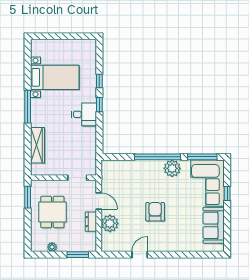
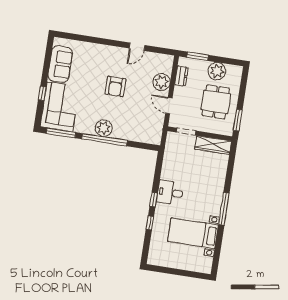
wardrobe: (38, 145) -> (213, 145), moved, turned -90
plant: (172, 168) -> (104, 128), moved
dresser: (91, 222) -> (181, 76), moved
plant: (52, 247) -> (217, 71), width x1.88, depth x1.88

